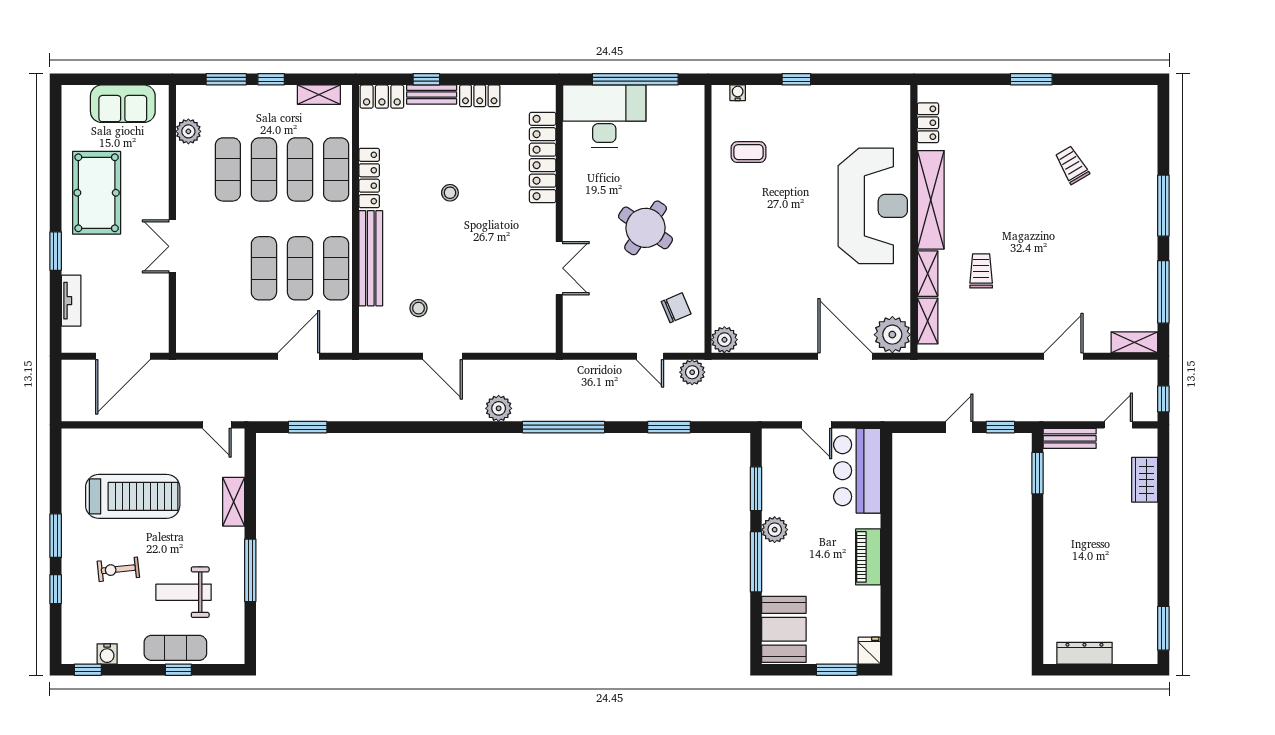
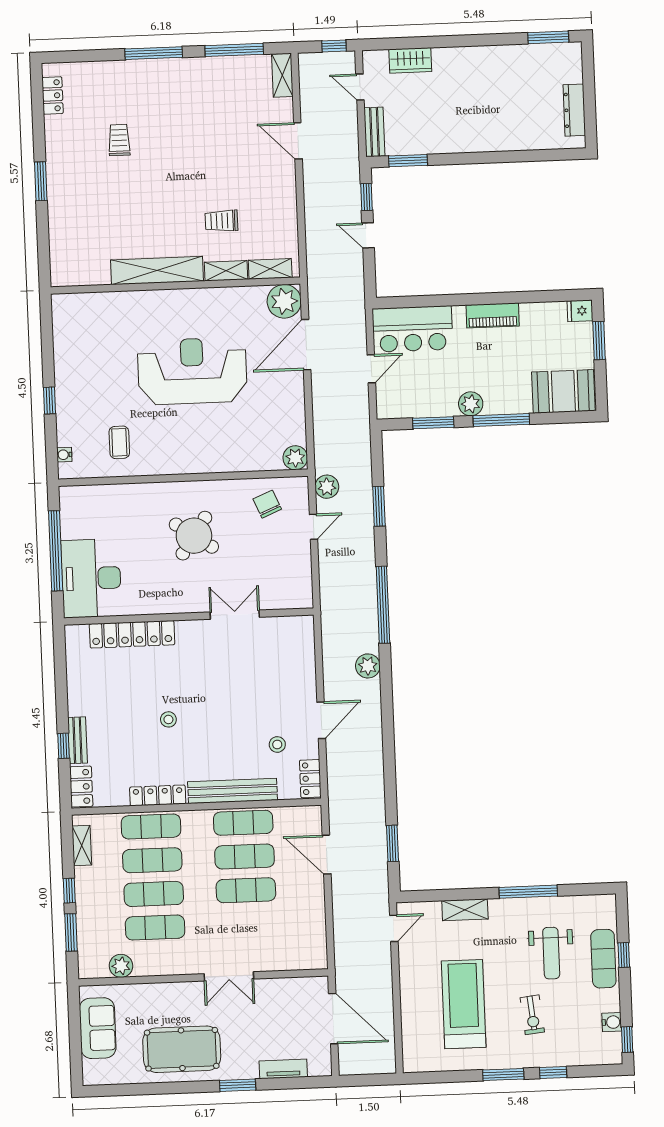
locker: (480, 96) -> (310, 779), moved, turned 180
locker: (928, 123) -> (53, 95), moved, turned 90
trolley: (1072, 165) -> (119, 140), turned 121
reception desk: (873, 206) -> (192, 371), moved

